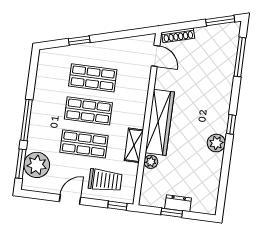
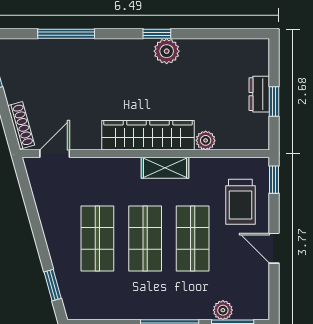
window: (79, 41) -> (53, 285), moved
window: (240, 57) -> (66, 34), moved
window: (231, 124) -> (157, 34), moved
shelving: (134, 145) -> (165, 168), moved
plant: (37, 165) -> (223, 310), width x0.53, depth x0.53
trolley: (105, 180) -> (240, 202), turned 180

